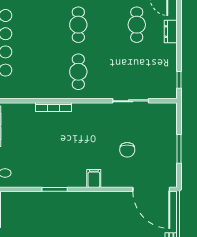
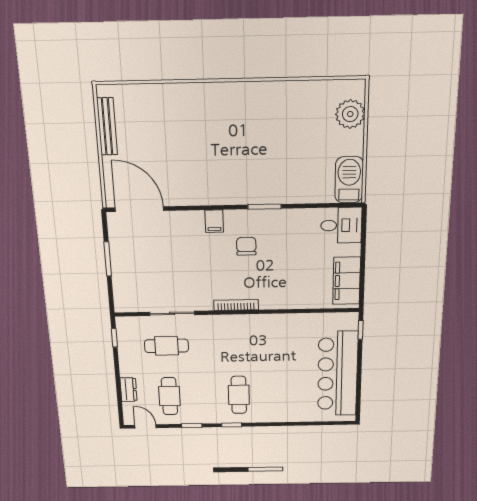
cafe table: (78, 72) -> (166, 346), moved, turned 90
bookcase: (54, 107) -> (236, 305), moved
chair: (127, 150) -> (246, 246), moved

